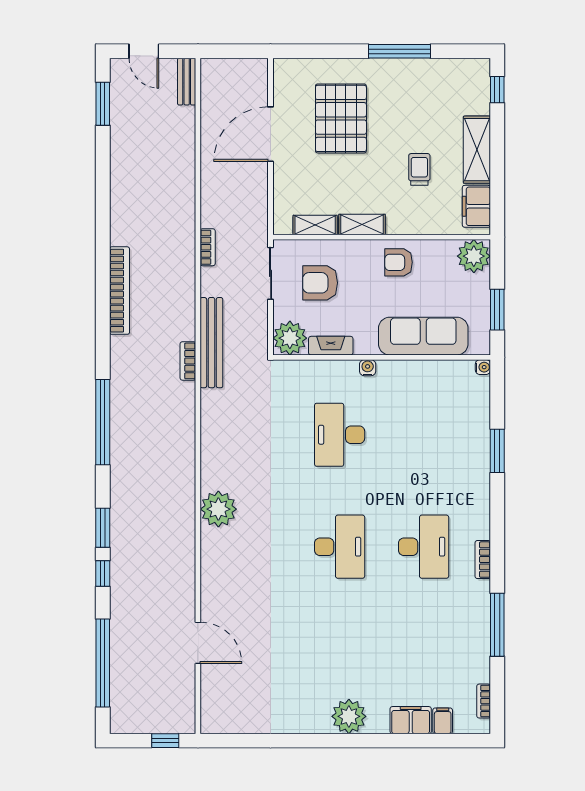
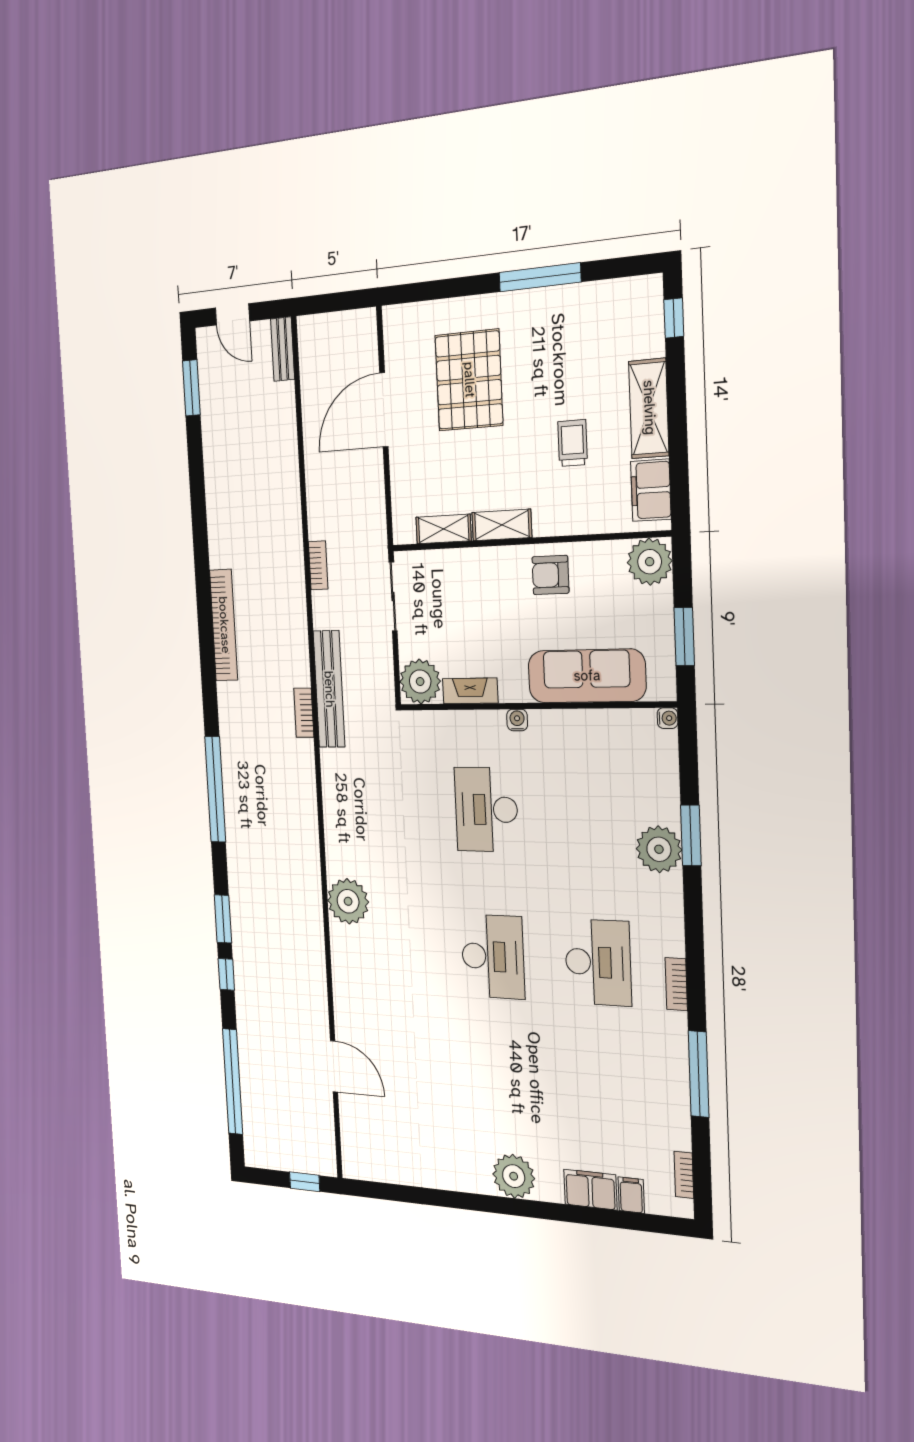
armchair: (320, 283) -> (453, 607), removed
plant: (473, 461) -> (659, 849), added

